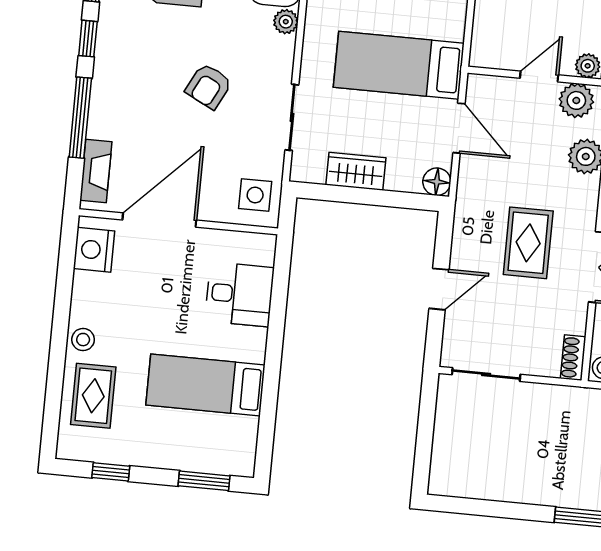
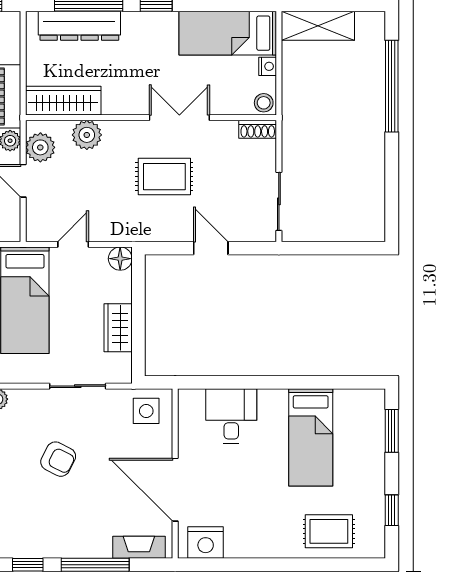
door: (459, 128) -> (73, 244), width x0.73
stool: (83, 340) -> (282, 544), removed

